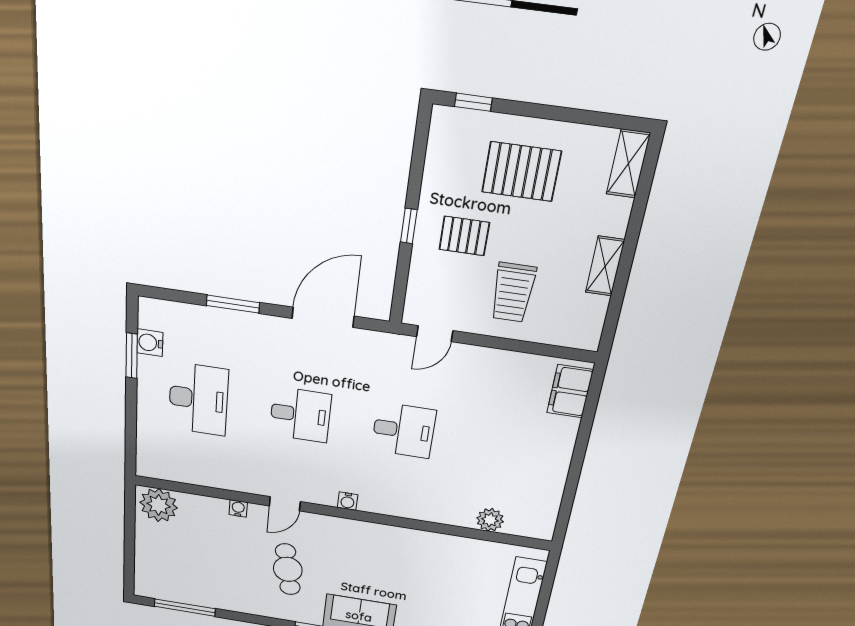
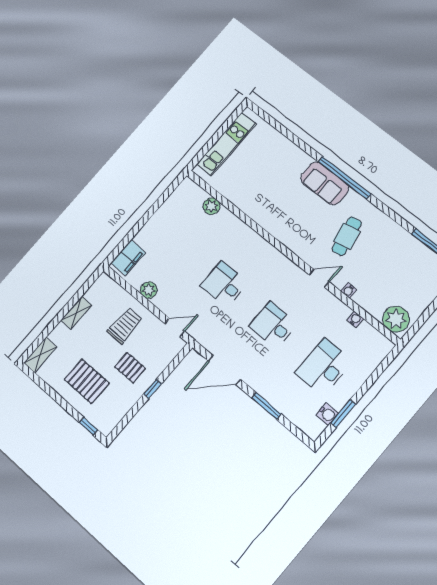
plant: (509, 364) -> (149, 290), added
water cooler: (348, 501) -> (355, 319), moved

